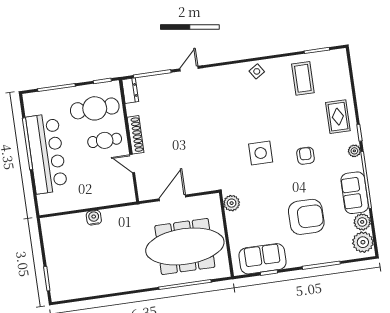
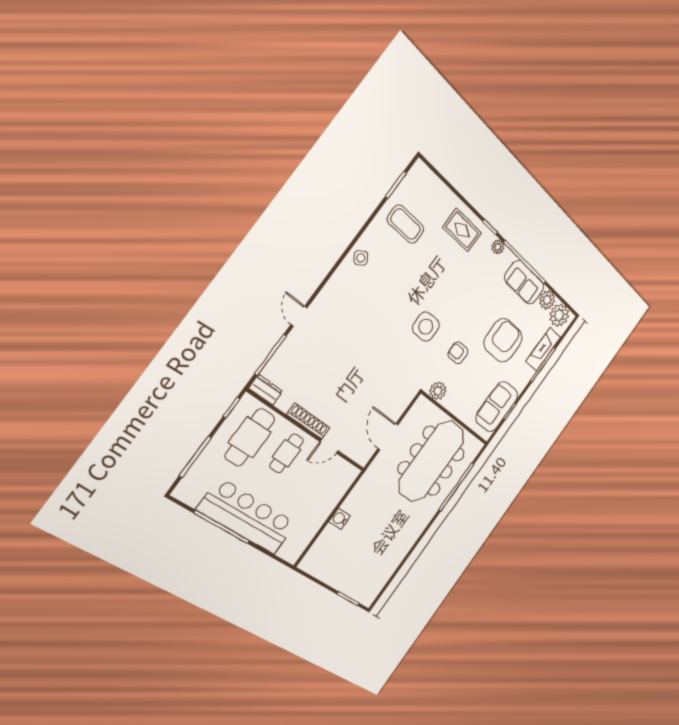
armchair: (306, 156) -> (458, 353), moved
fireplace: (331, 254) -> (543, 349), added

